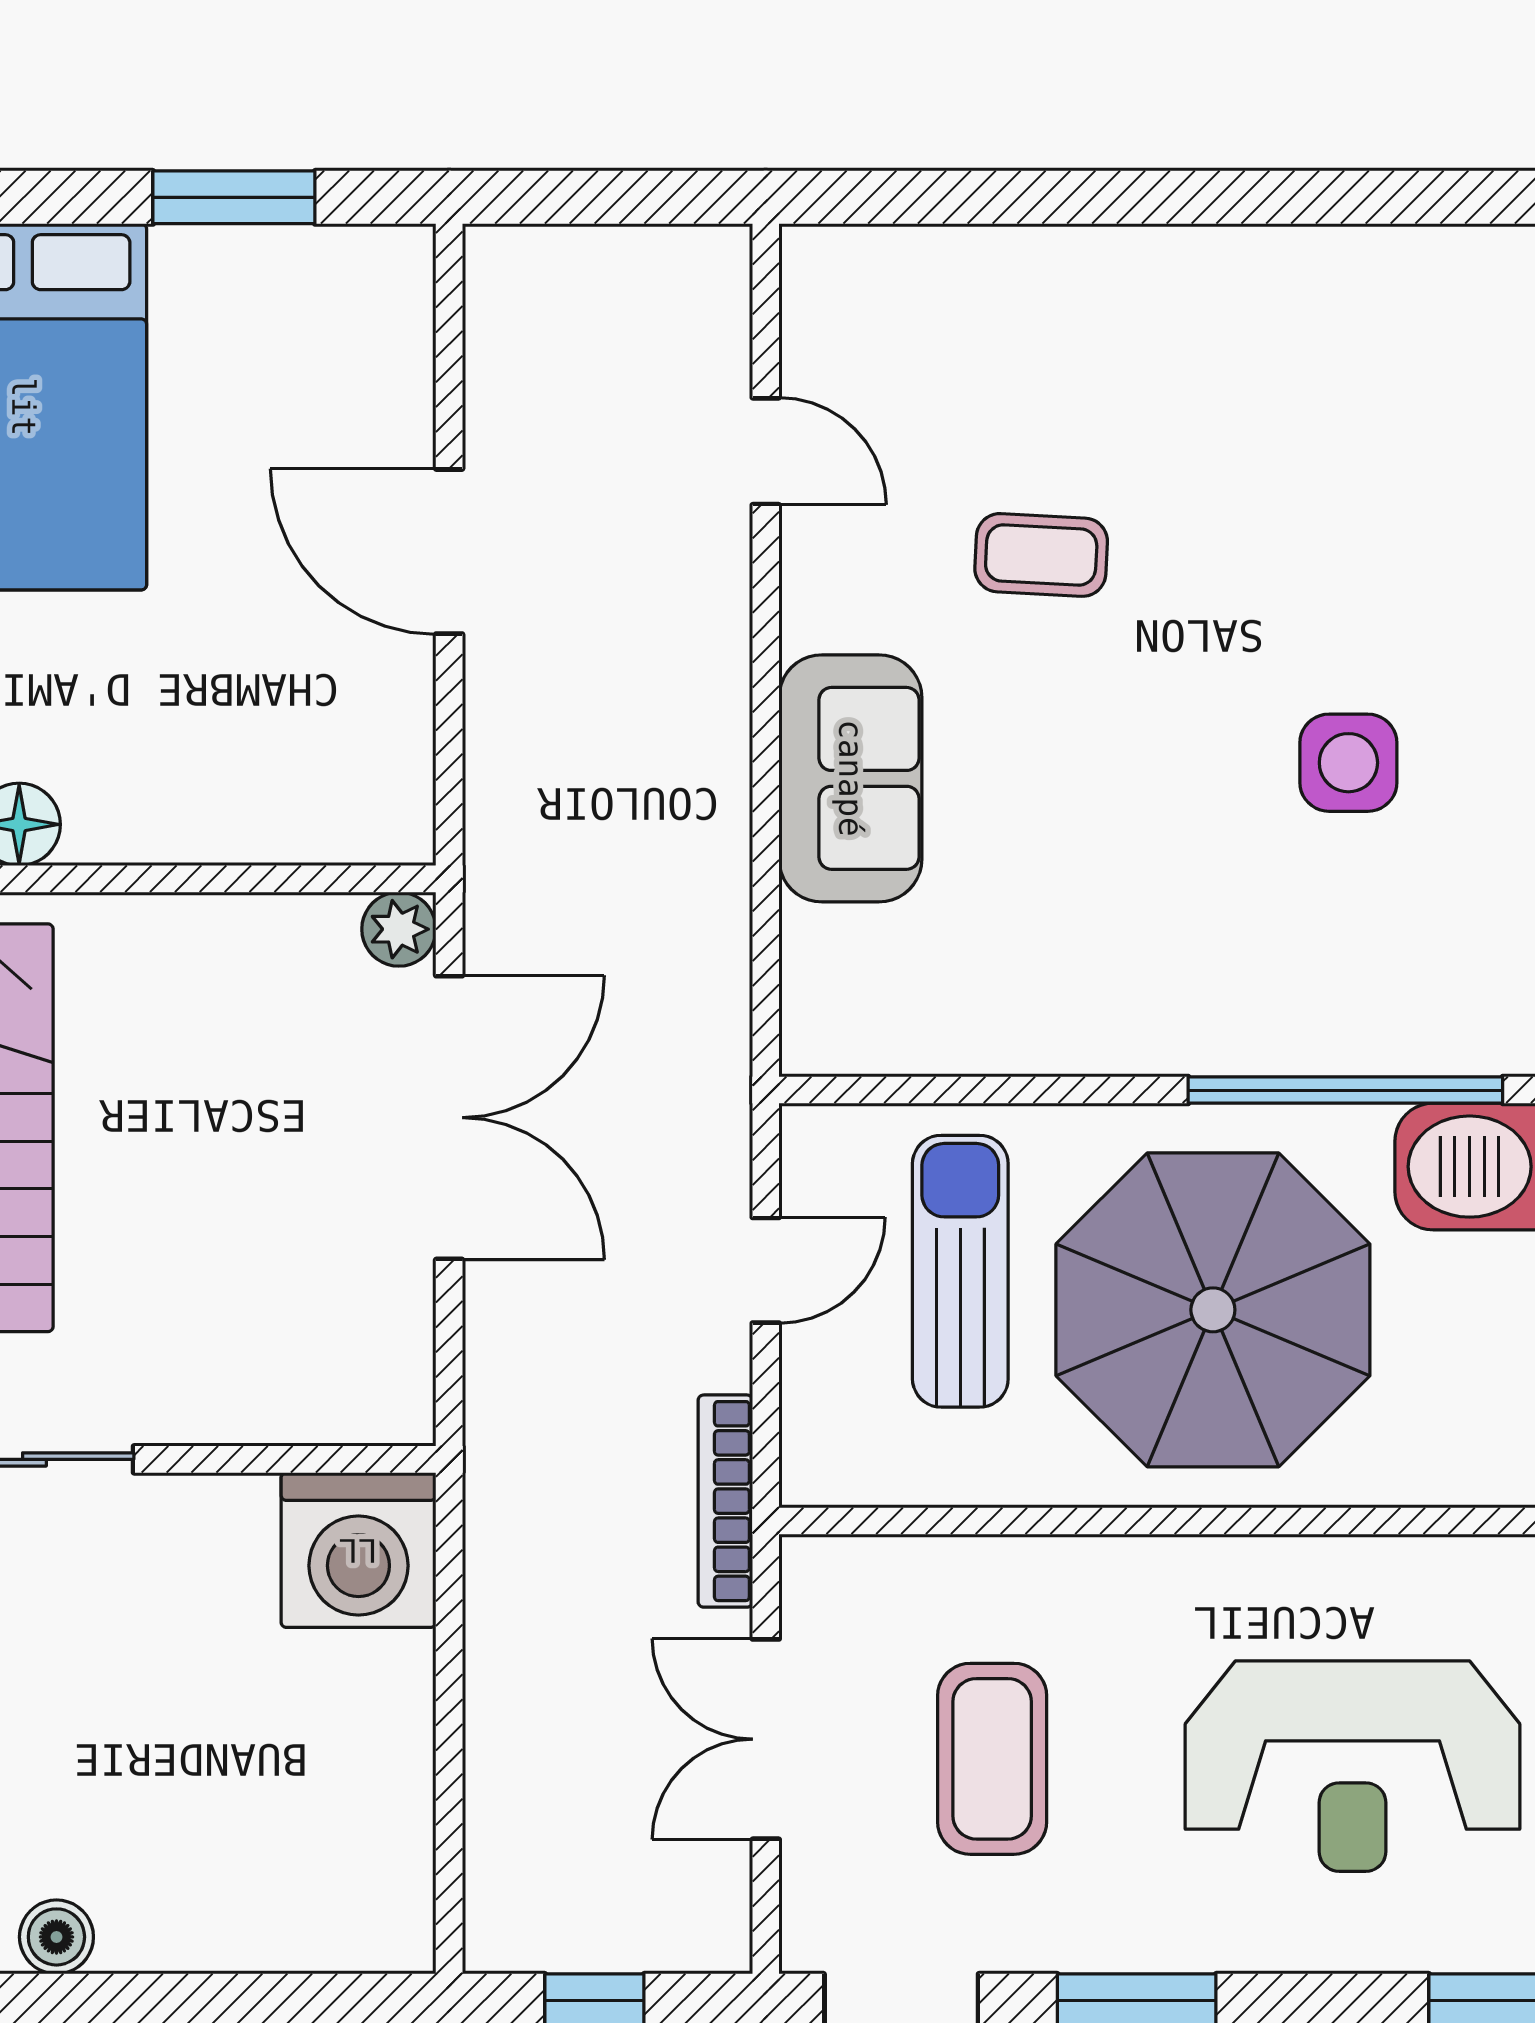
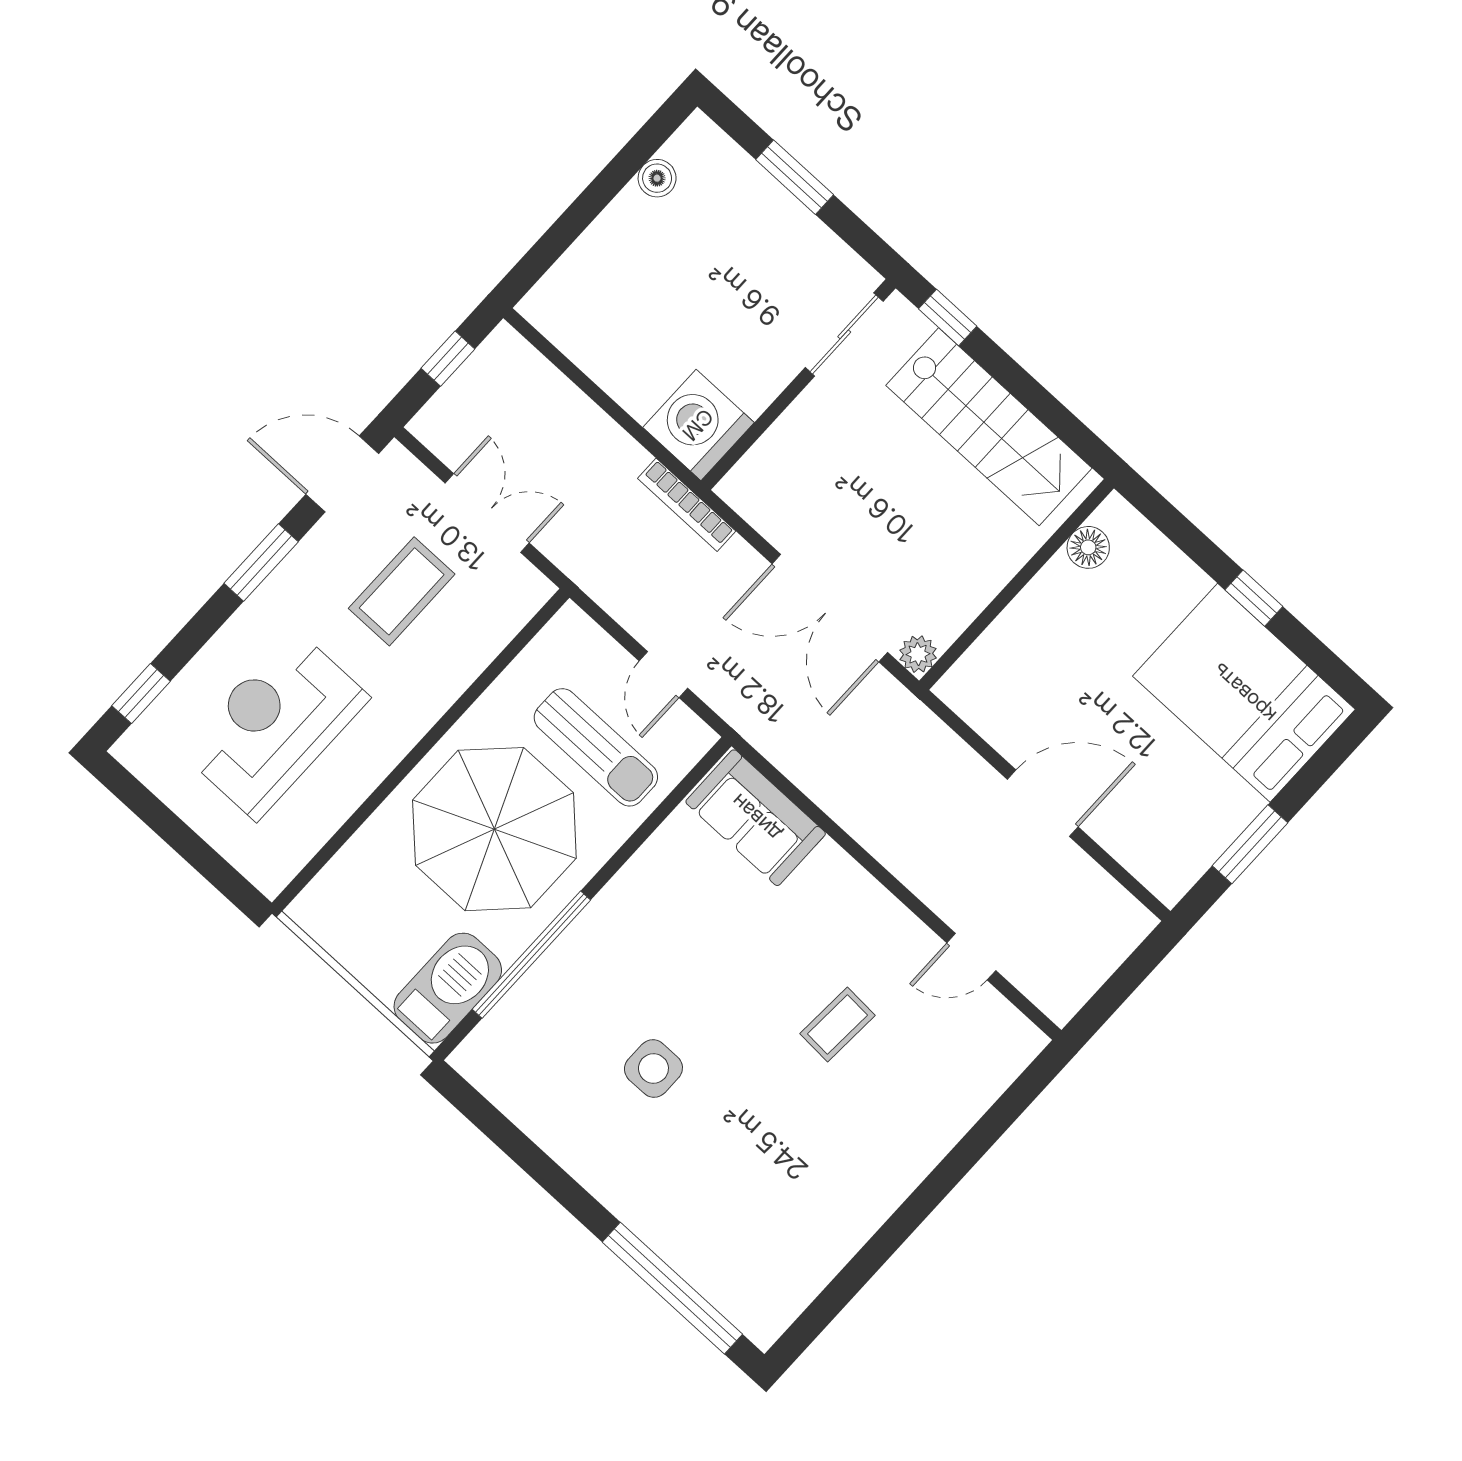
sofa: (850, 778) -> (756, 818), moved
bookcase: (725, 1501) -> (687, 505), moved, turned 180
coffee table: (992, 1759) -> (402, 591), turned 90

